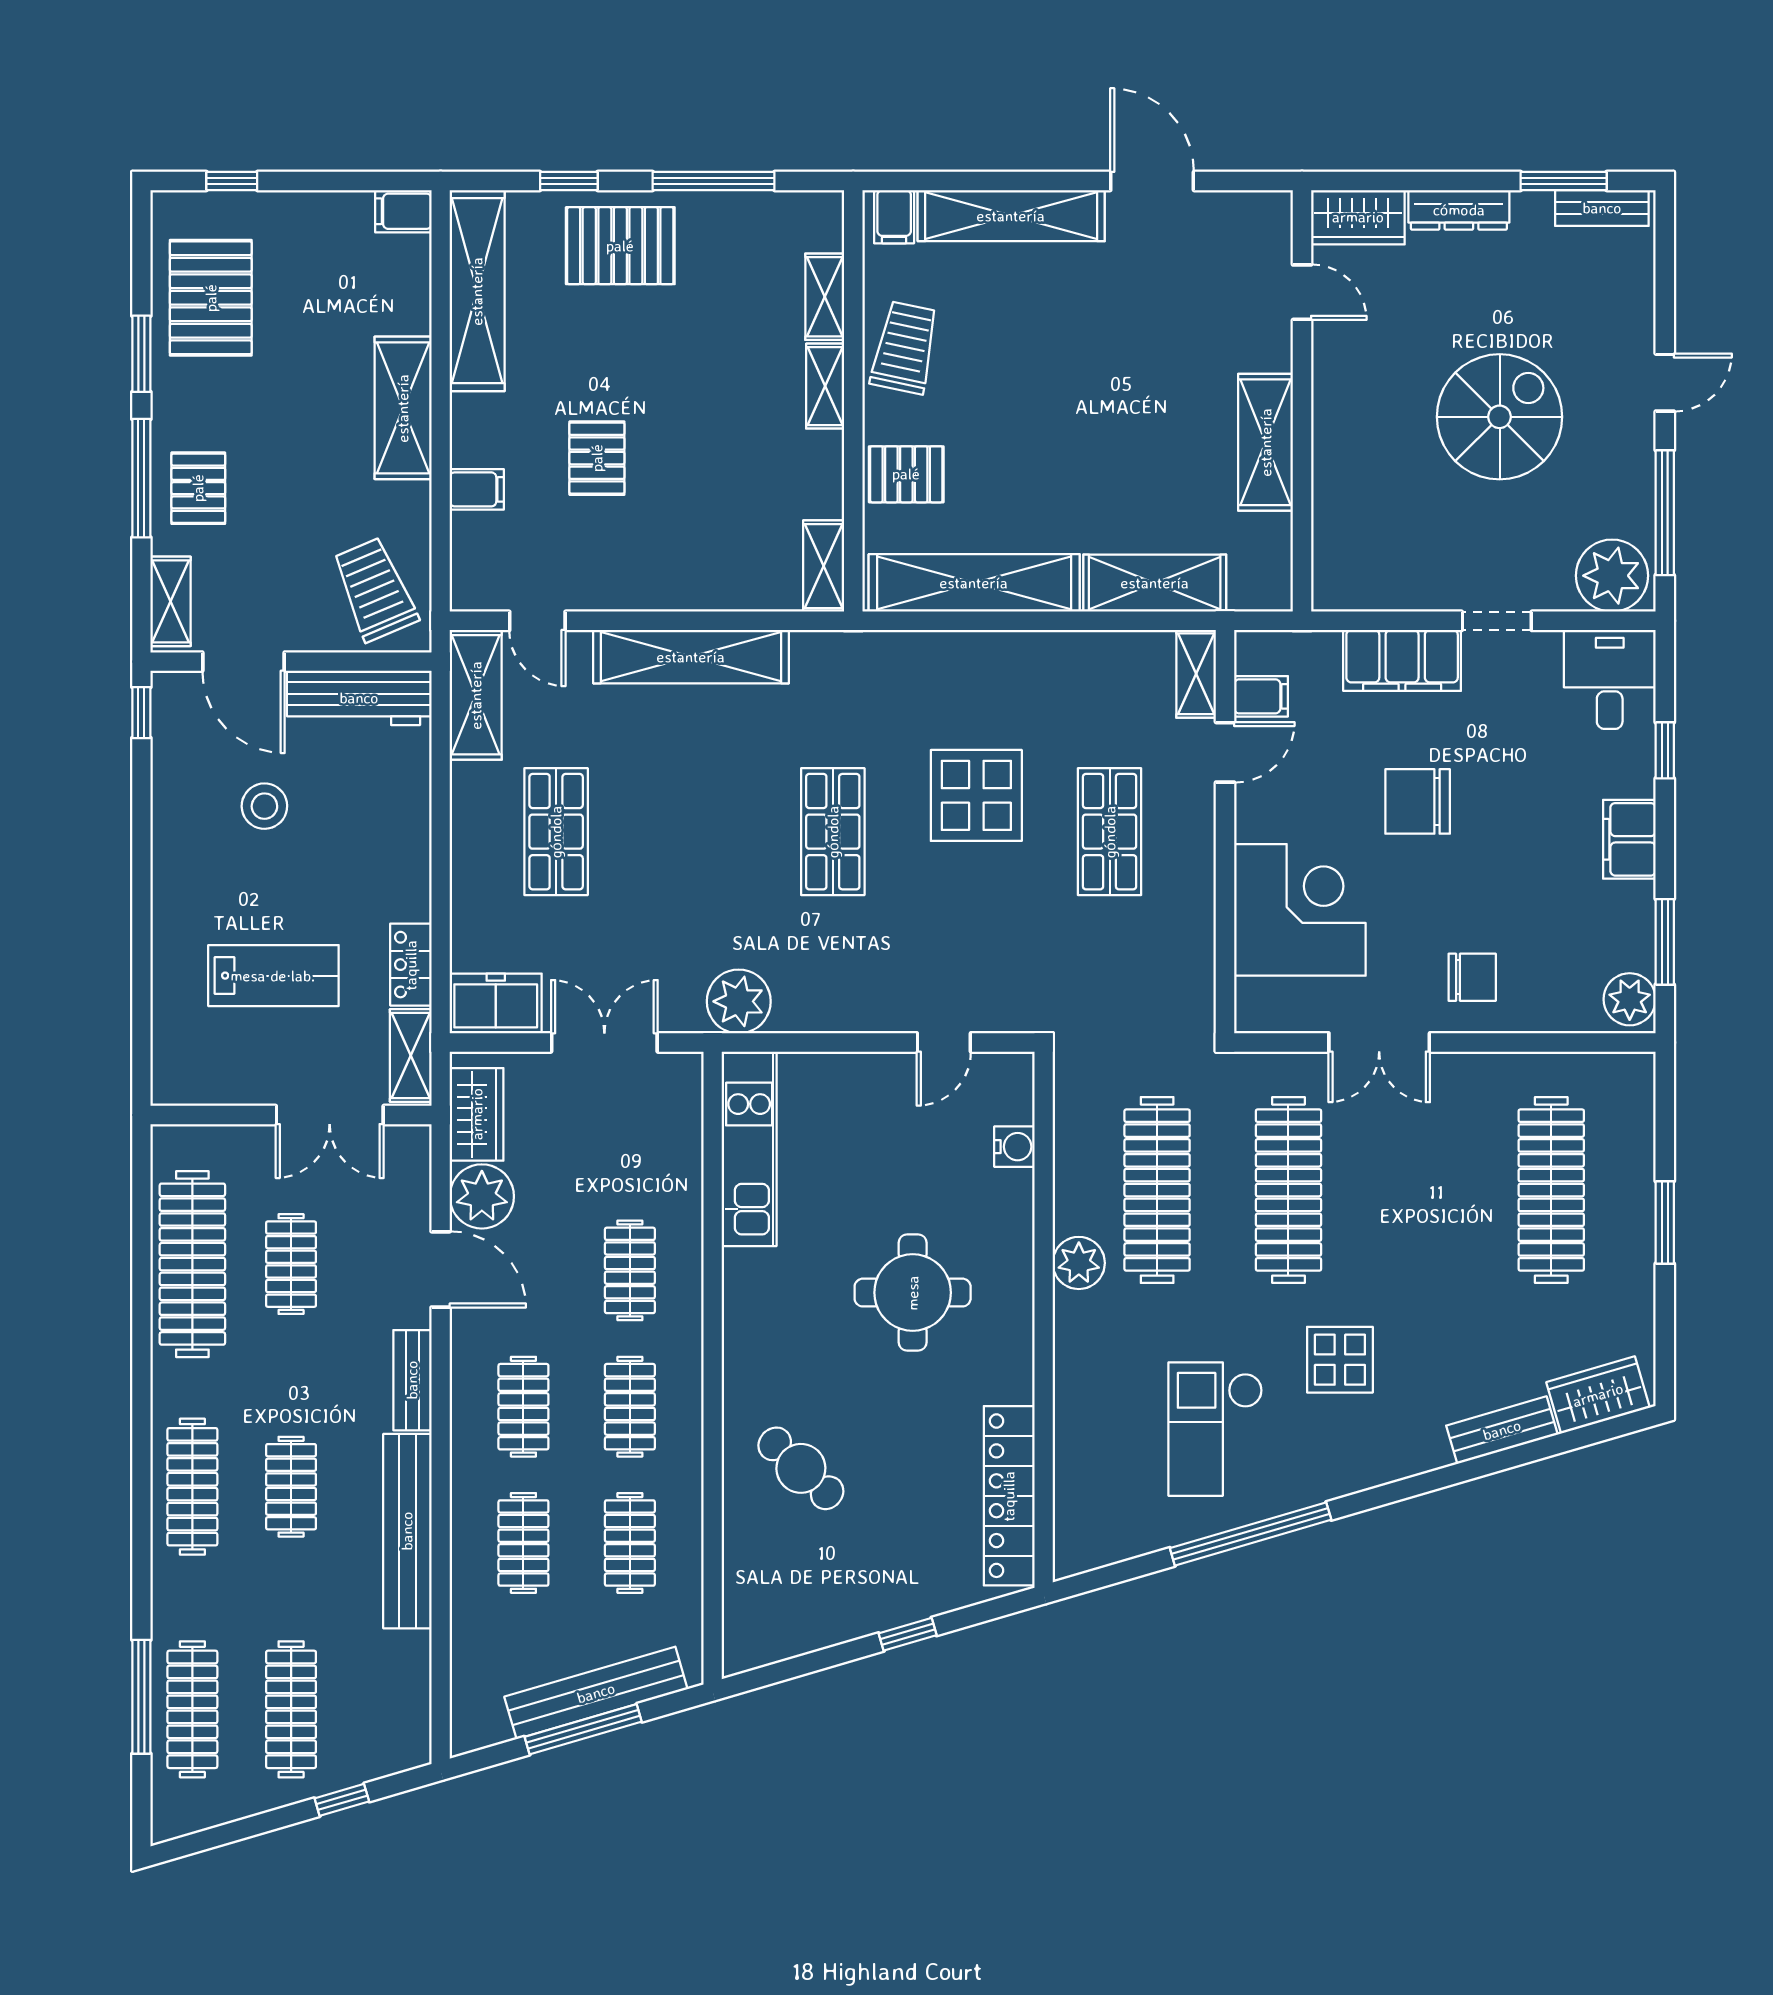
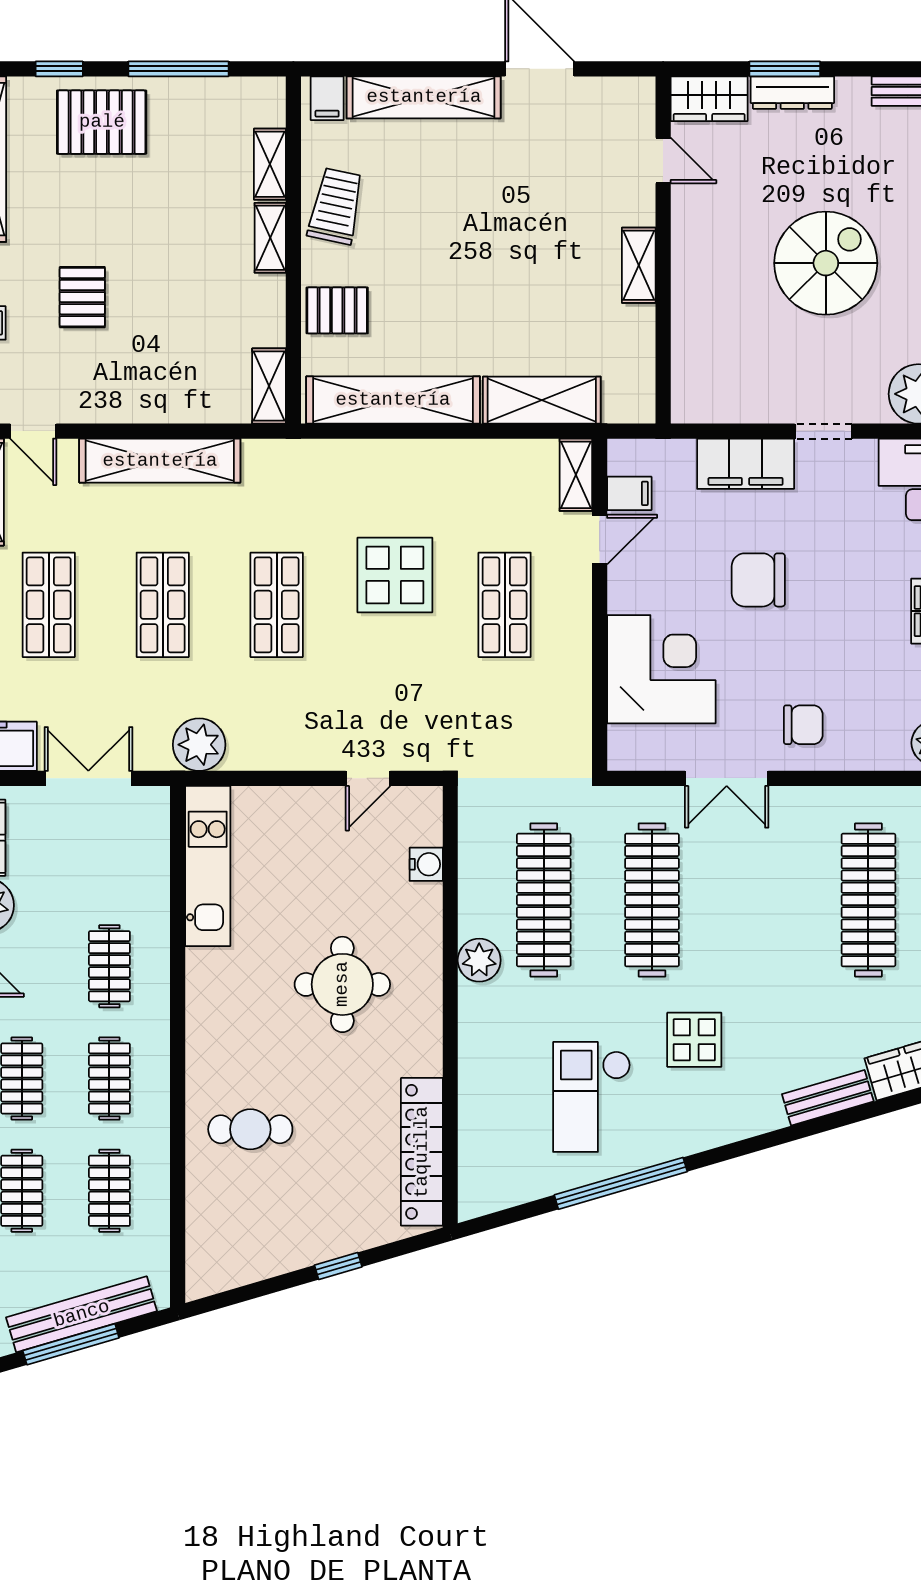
window: (1564, 181) -> (785, 69), moved
shelving: (1266, 442) -> (639, 265), width x0.67, depth x0.75
shop shelf: (694, 832) -> (163, 605), added
cafe table: (801, 1468) -> (250, 1129), turned -43

